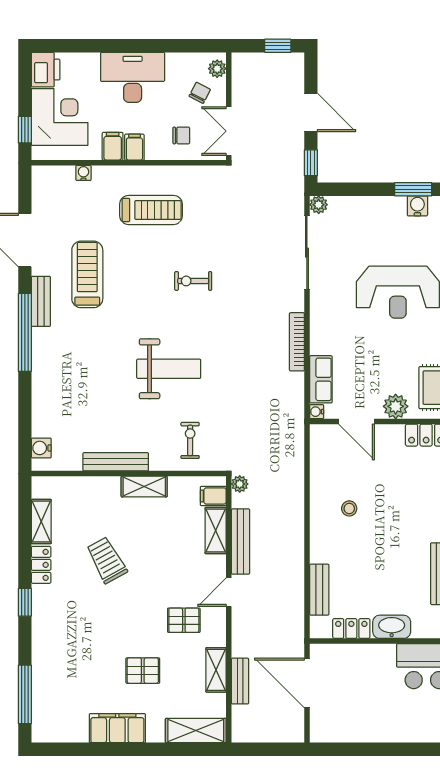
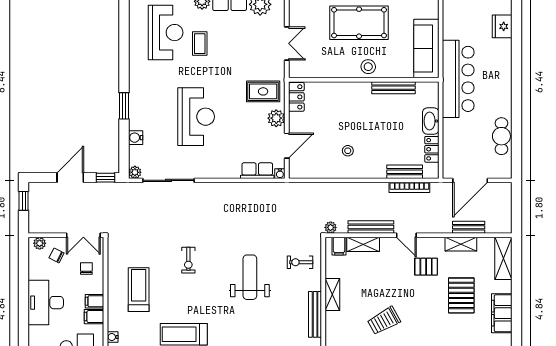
water cooler: (417, 206) -> (136, 138), moved
bookcase: (297, 342) -> (409, 187), moved
pallet: (184, 620) -> (426, 267), turned 90
pallet: (143, 671) -> (461, 295), width x1.50, depth x1.42
cafe table: (370, 728) -> (501, 136), added

